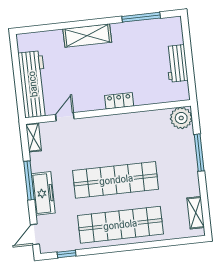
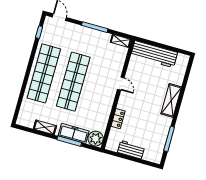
locker: (119, 101) -> (118, 119), moved
door: (65, 117) -> (121, 84), moved
freezer: (43, 193) -> (74, 133), moved, turned 180
shelving: (196, 213) -> (45, 127), moved

